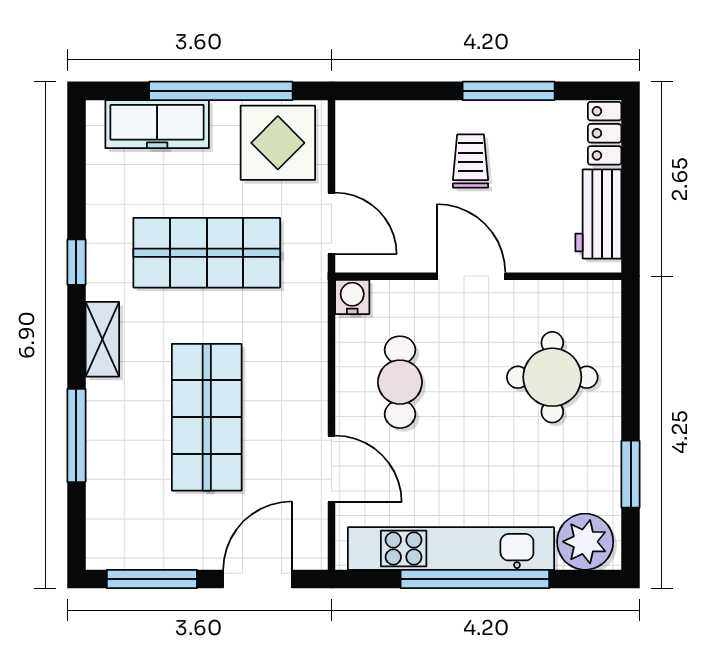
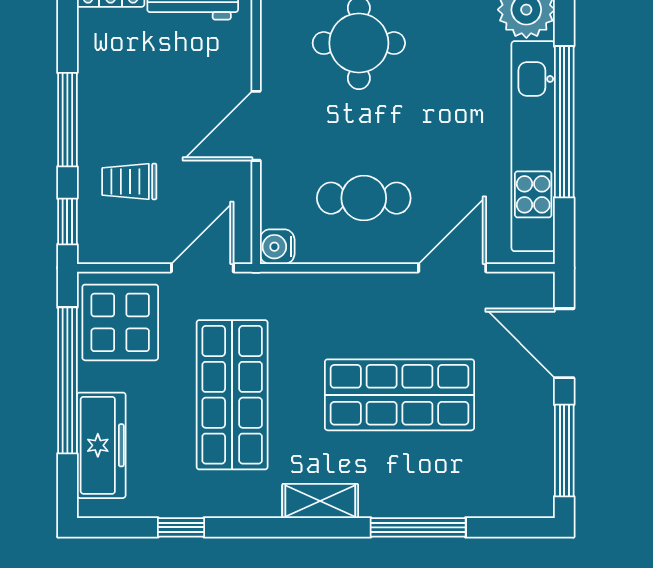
window: (377, 91) -> (67, 221), added
window: (509, 91) -> (67, 120), moved
trolley: (471, 161) -> (129, 182), moved
window: (76, 262) -> (181, 527), moved

